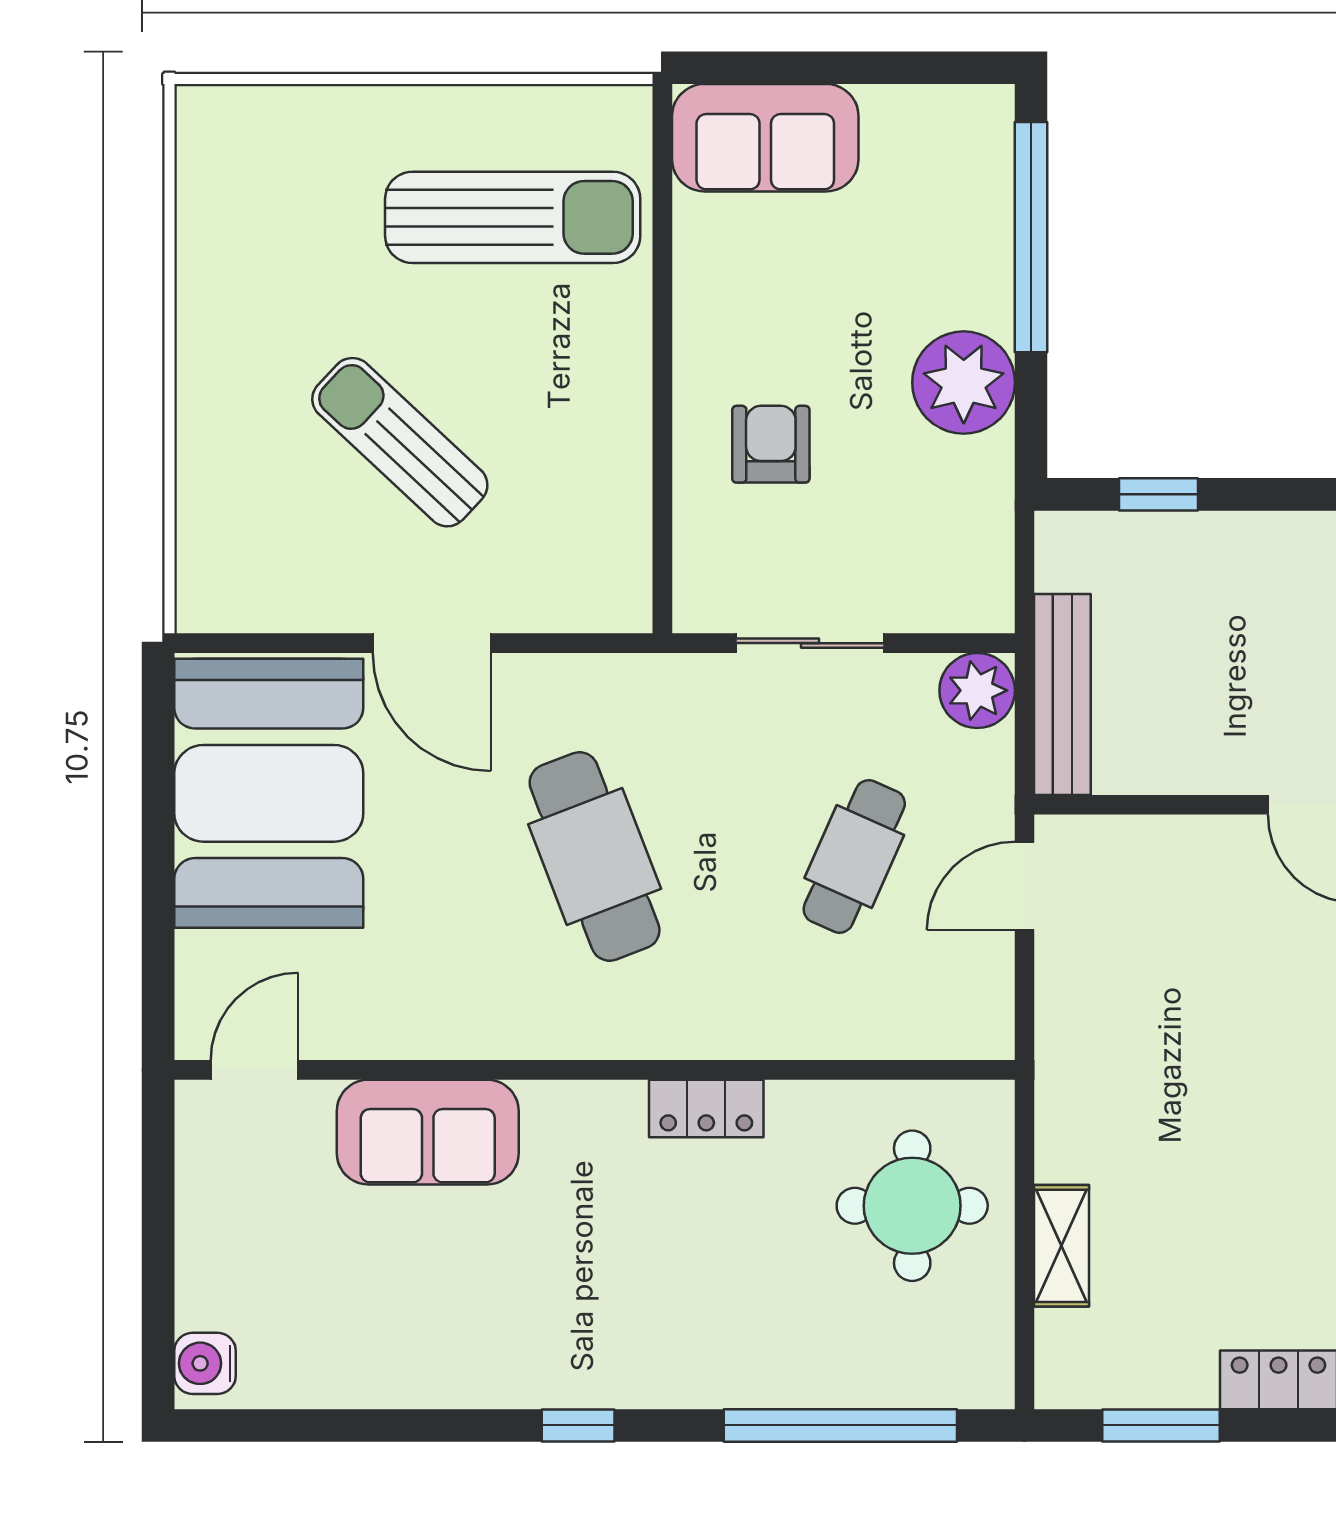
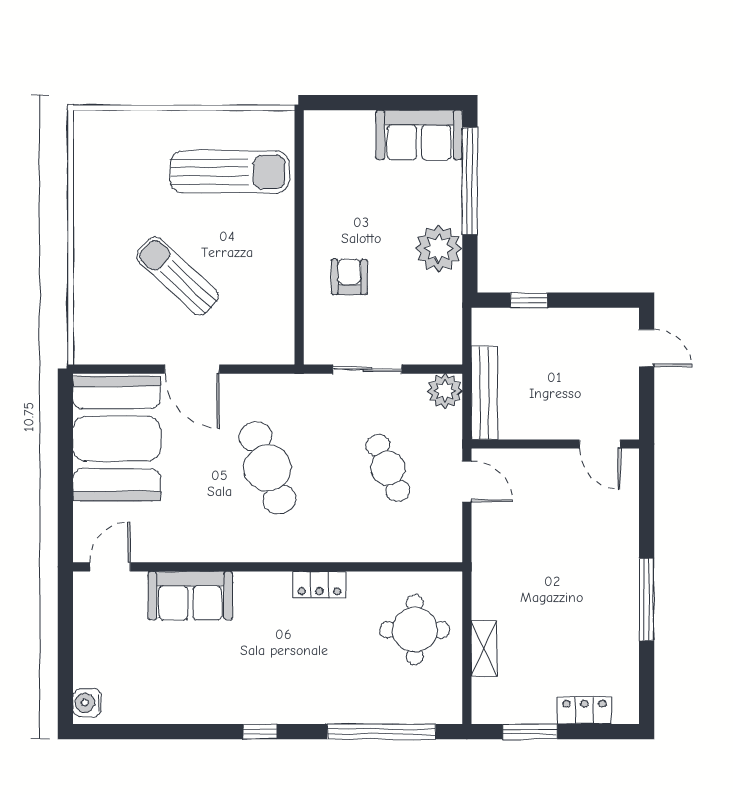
sofa: (765, 138) -> (419, 135), moved
cafe table: (854, 856) -> (388, 468), turned -48
door: (1025, 886) -> (467, 482), swing flipped

